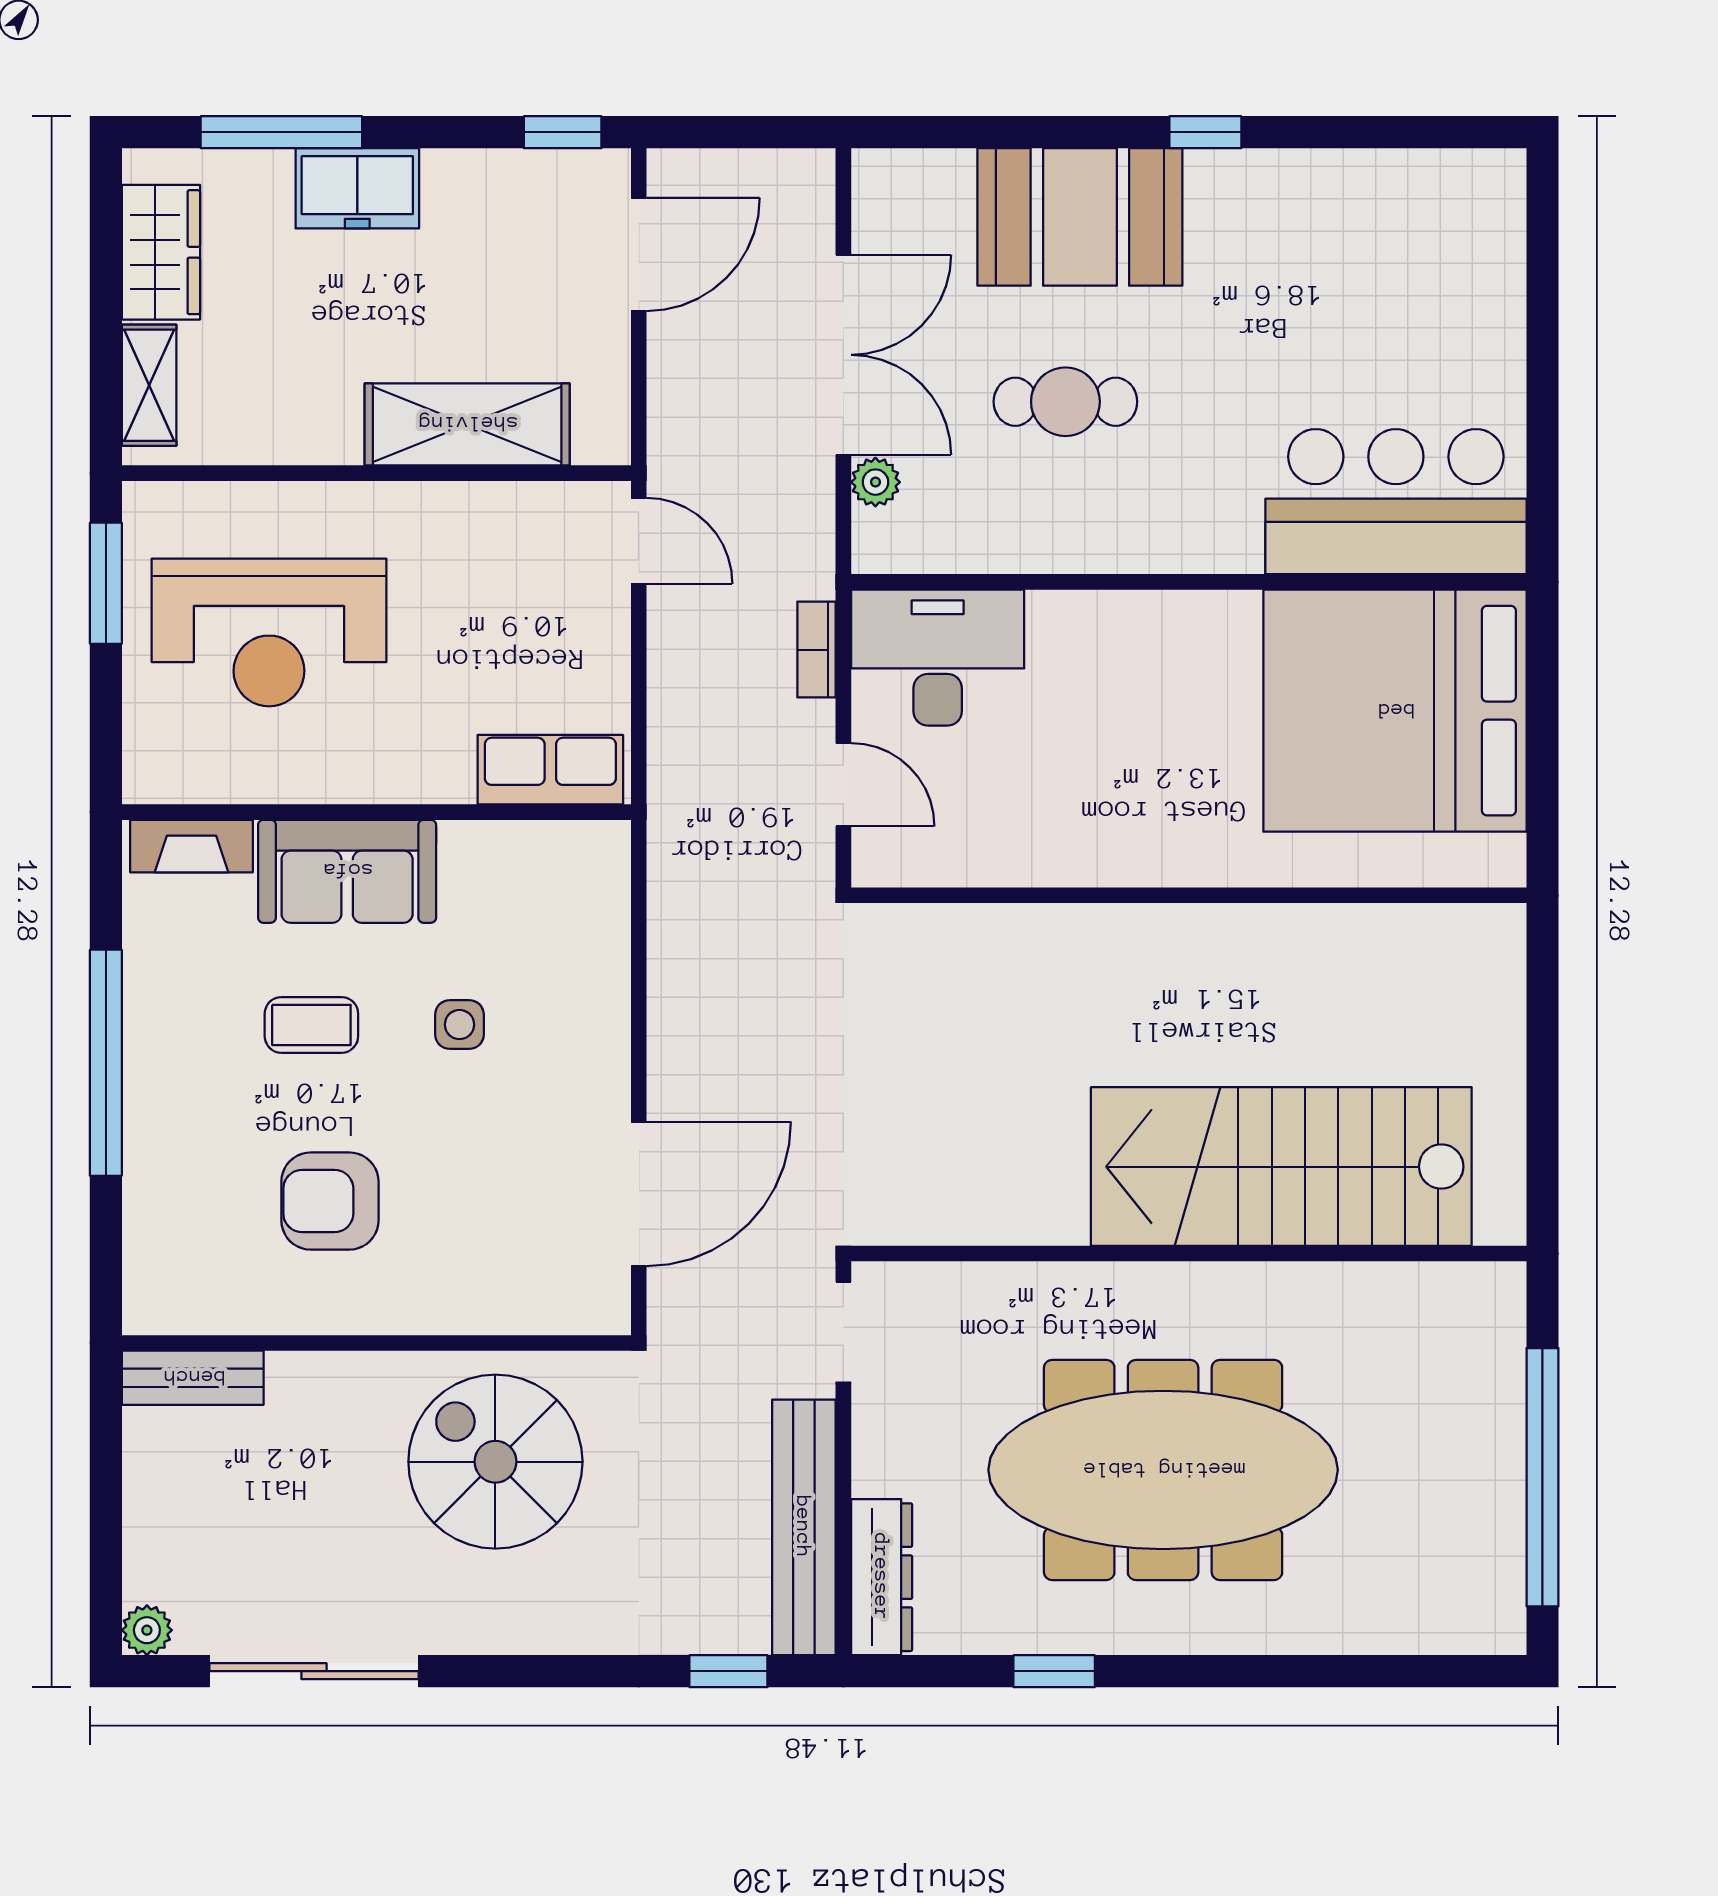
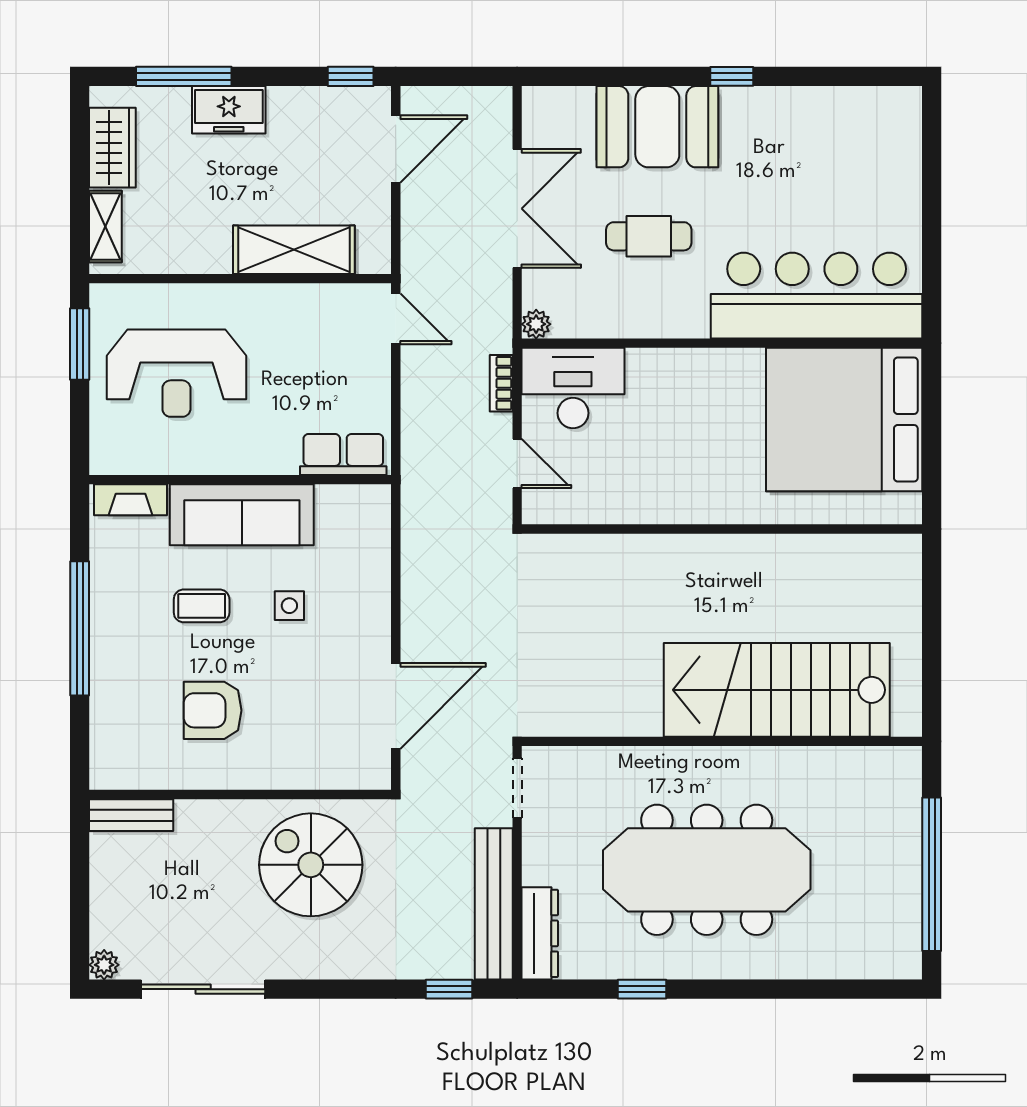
plant: (875, 482) -> (536, 324), moved
bar counter: (1396, 502) -> (817, 296), width x1.36
sofa: (347, 871) -> (242, 515), width x1.36

